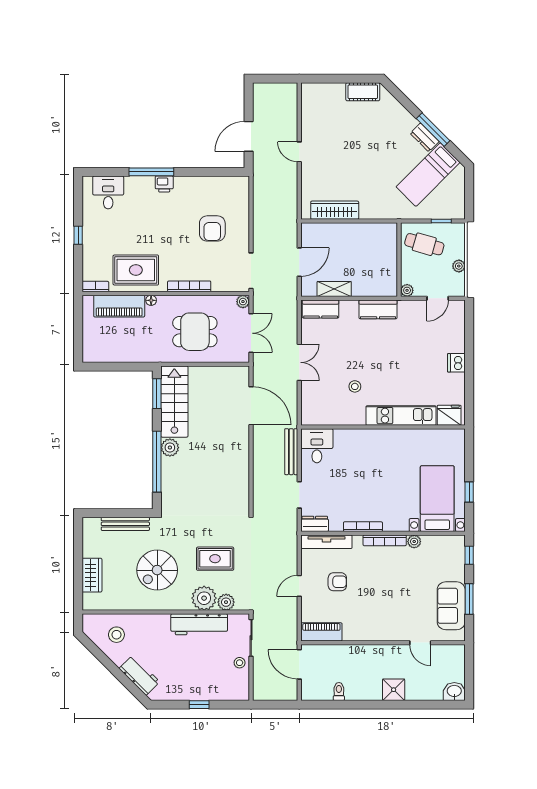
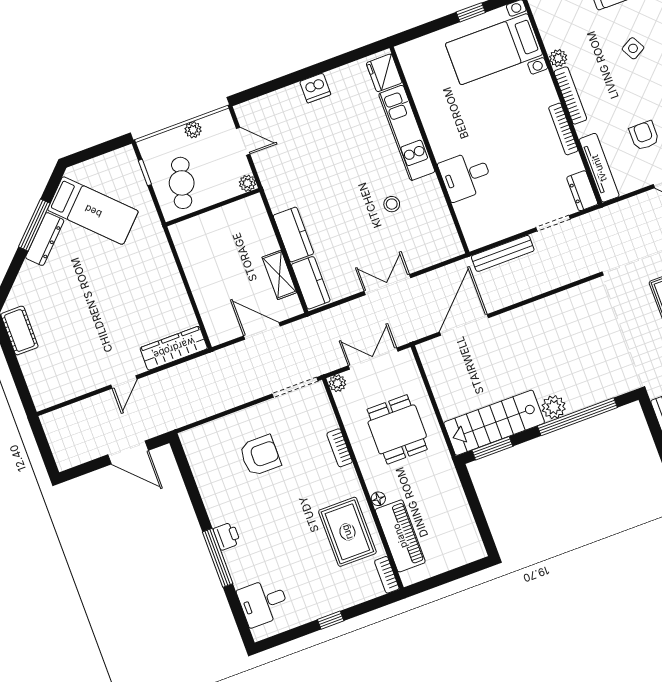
dresser: (425, 137) -> (45, 239), width x1.44
wardrobe: (335, 210) -> (174, 348), moved, turned 90
bookcase: (189, 286) -> (340, 448), width x0.64
kitchen counter: (378, 309) -> (293, 235), moved
desk: (317, 446) -> (466, 176), moved
side table: (402, 597) -> (633, 48), added

